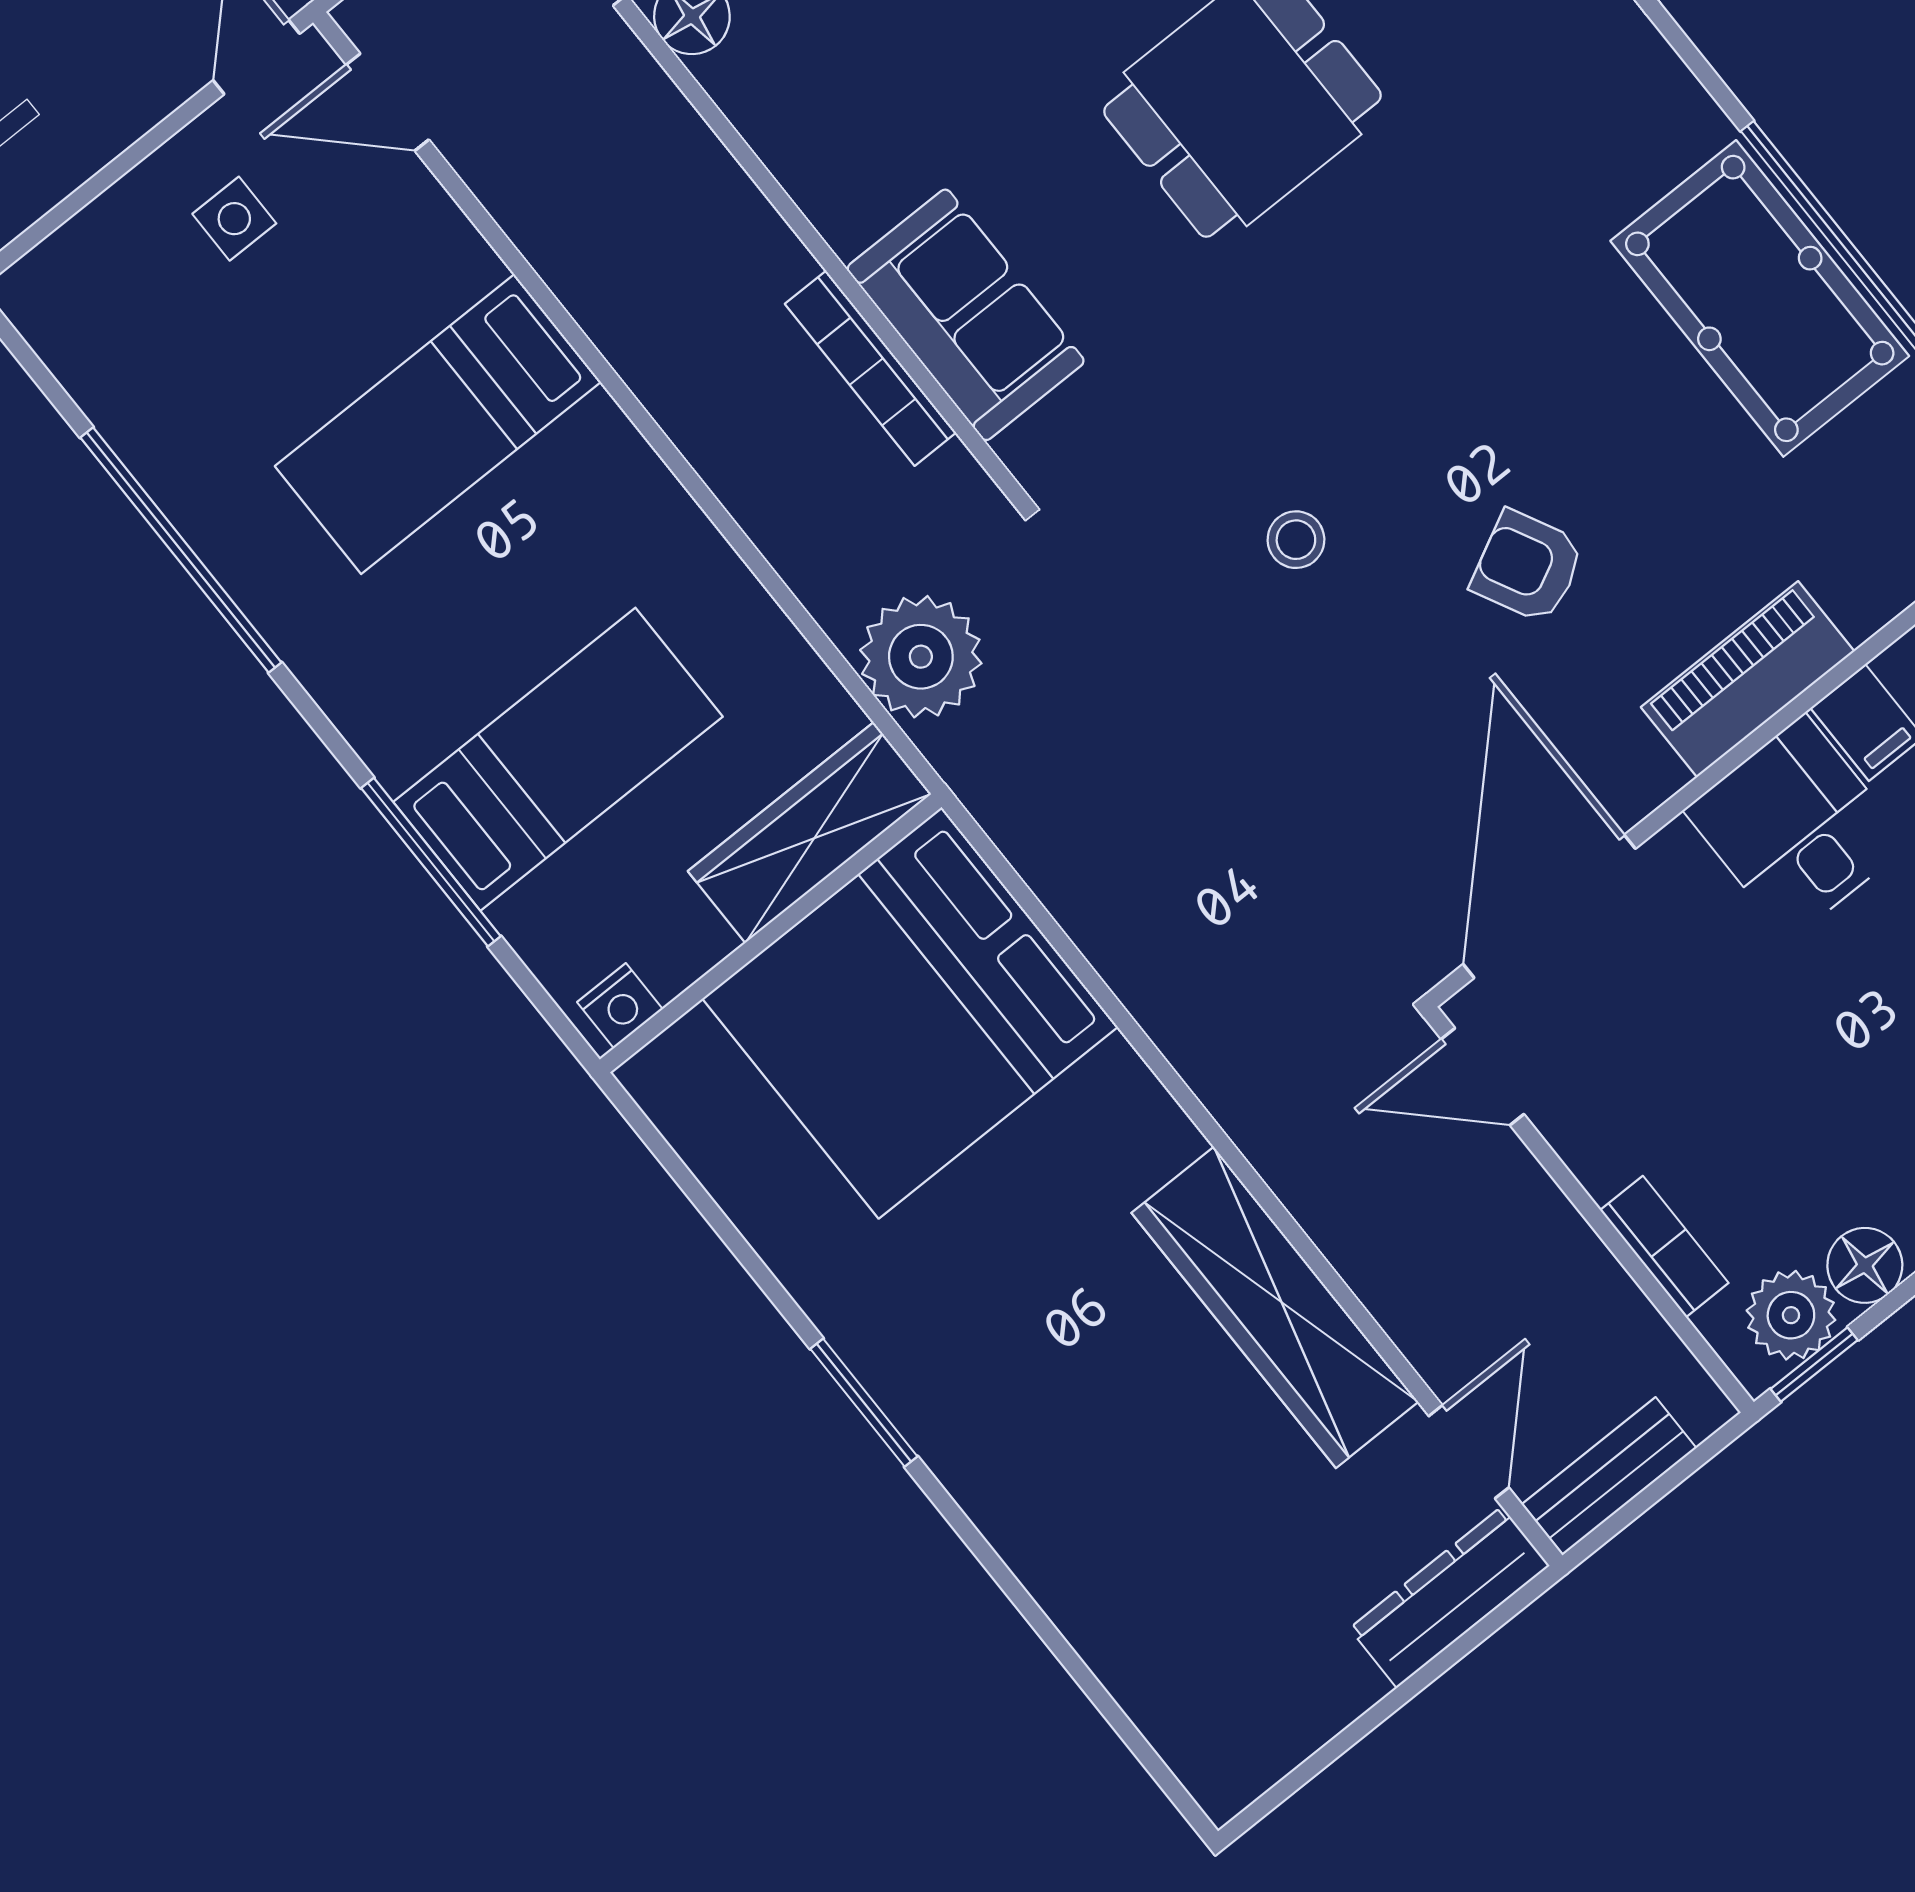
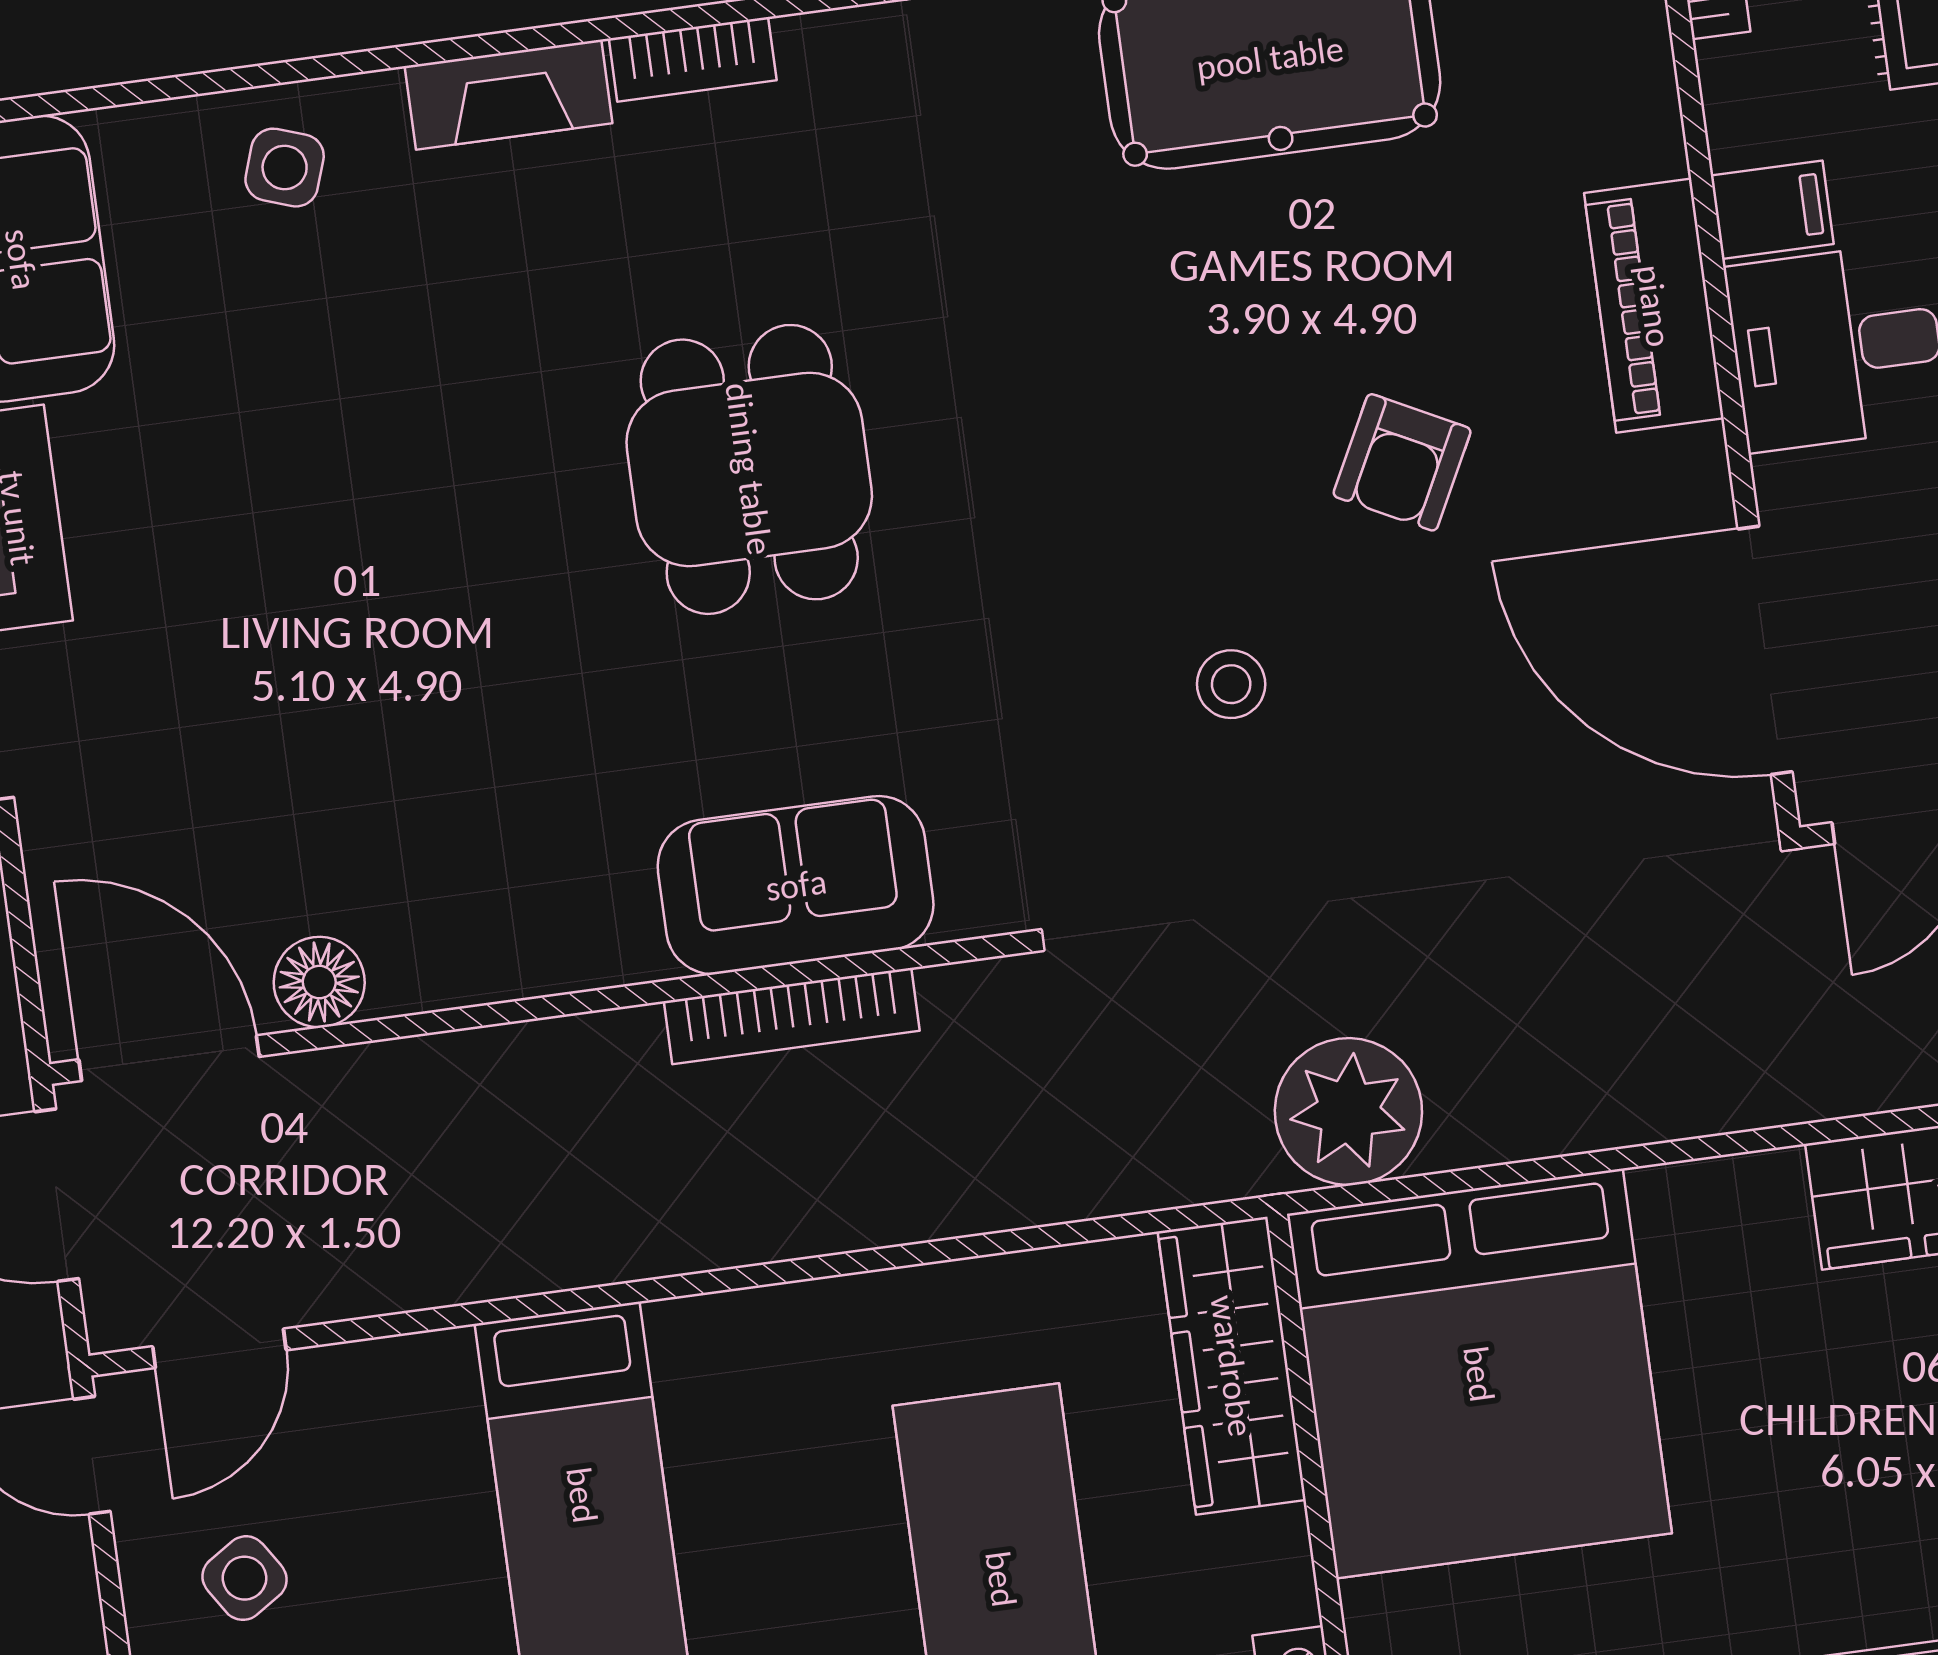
side table: (234, 219) -> (244, 1578), turned -33
armchair: (1528, 567) -> (1402, 462), turned -36
plant: (921, 657) -> (1348, 1112), moved

